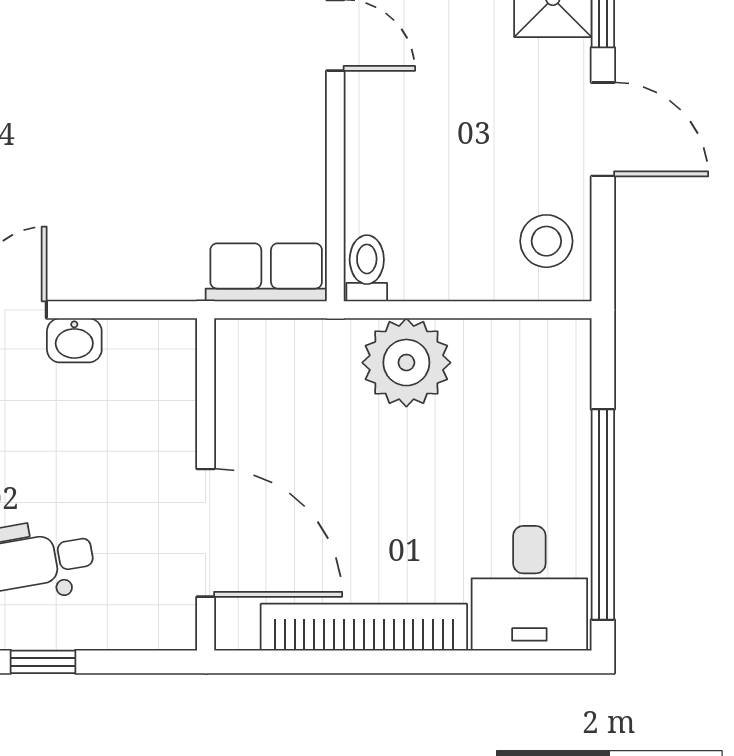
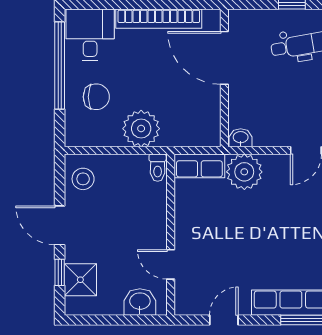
plant: (158, 258) -> (244, 172), added
washbasin: (74, 340) -> (241, 138), moved
chair: (514, 439) -> (96, 97), added

